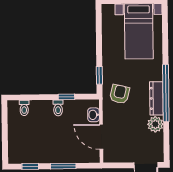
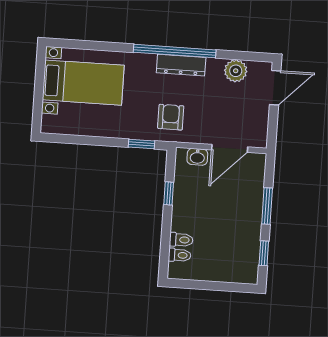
armchair: (120, 94) -> (171, 117), turned 76
toilet: (58, 108) -> (181, 240), moved
plant: (155, 124) -> (236, 71), moved

